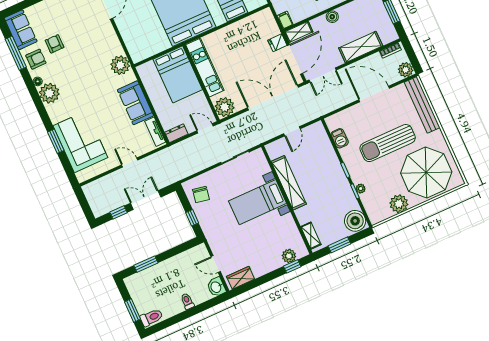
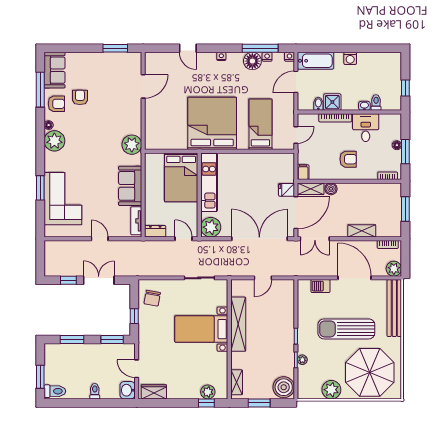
boiler: (332, 17) -> (331, 189), moved
shelving: (361, 47) -> (362, 231), width x0.67, depth x0.75
barbecue: (340, 138) -> (321, 286), moved, turned 90
window: (182, 248) -> (112, 340), added

